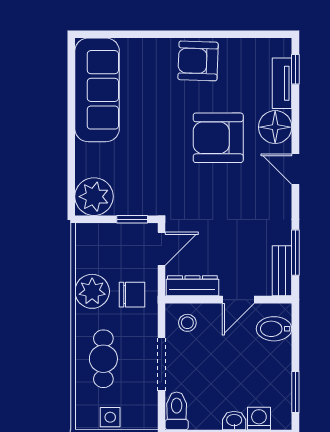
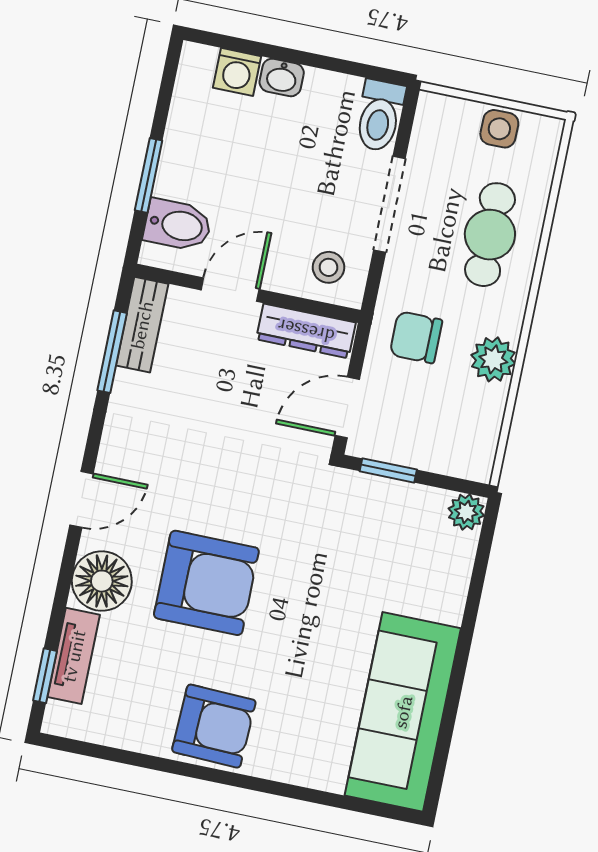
door: (295, 169) -> (81, 499), hinge flipped
plant: (94, 197) -> (466, 512), width x0.53, depth x0.53
plant: (92, 291) -> (493, 359), width x0.73, depth x0.73
window: (295, 392) -> (149, 175), moved

